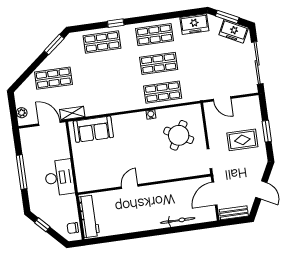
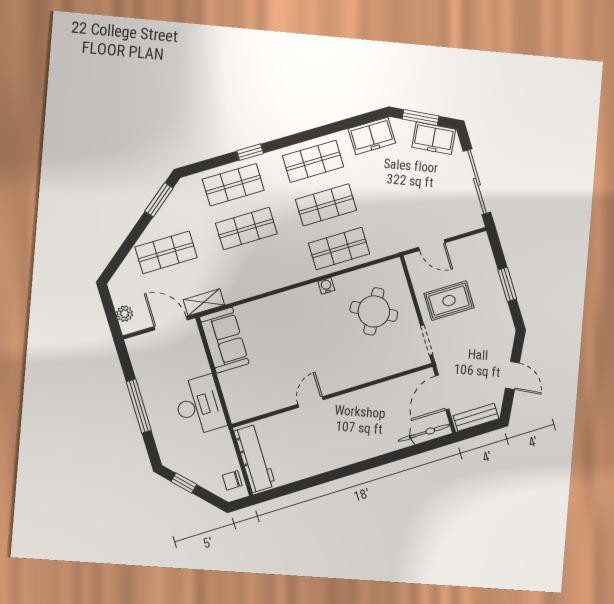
shop shelf: (106, 71) -> (246, 228), added
sofa: (93, 129) -> (224, 340), moved, turned -90
rug: (242, 140) -> (449, 301), moved
bicycle: (178, 220) -> (424, 433), moved

